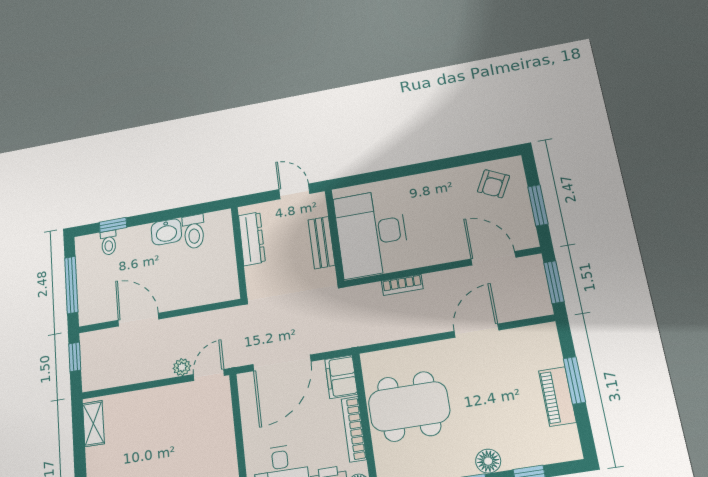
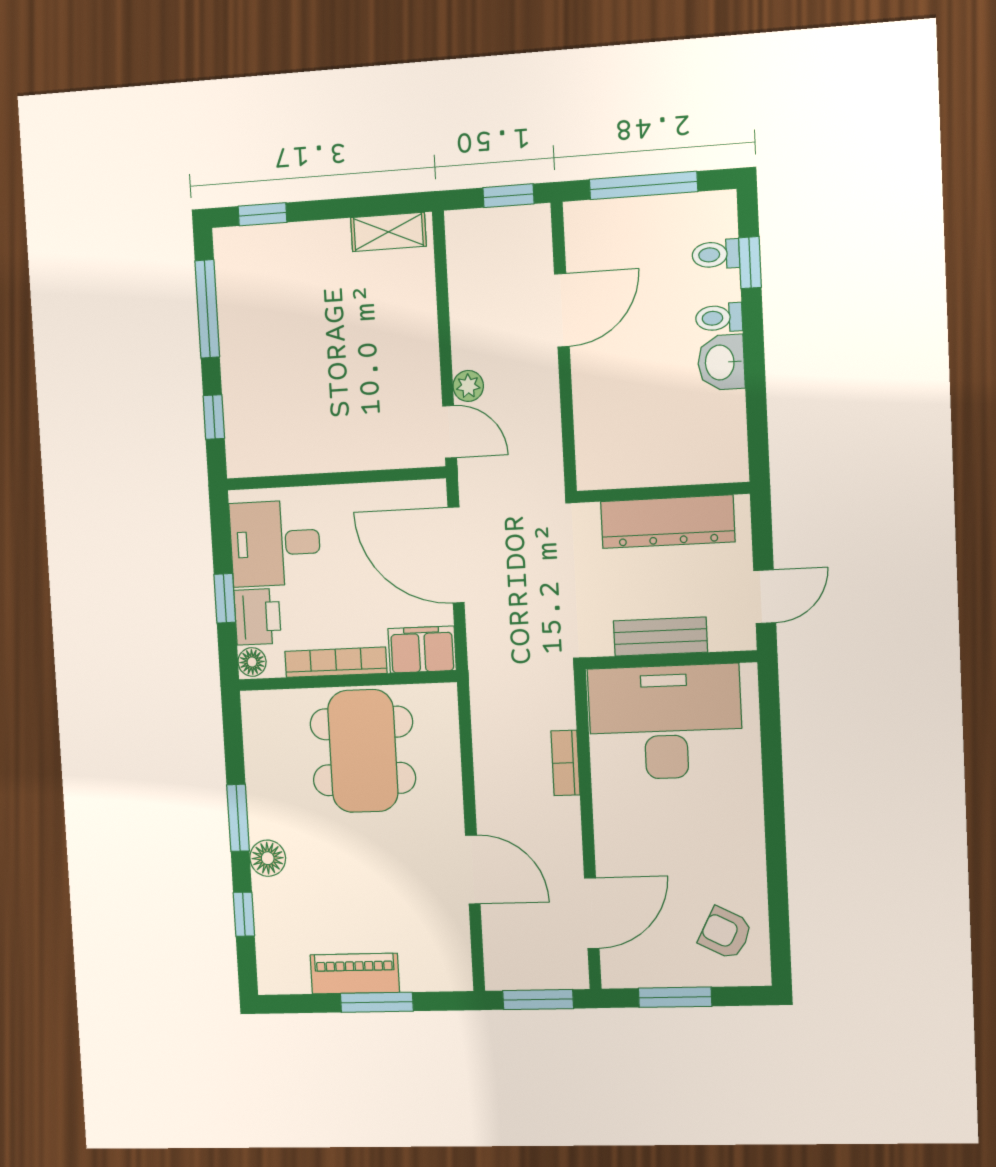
toilet: (194, 232) -> (719, 318), moved, width x0.73, depth x0.72
dresser: (252, 239) -> (668, 522), width x1.37, depth x1.24

